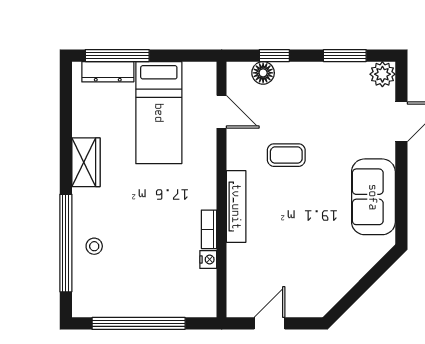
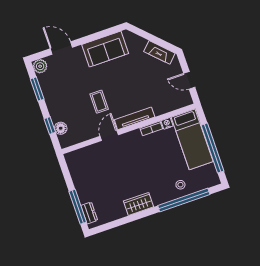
dresser: (108, 72) -> (89, 213), width x0.70
door: (222, 112) -> (109, 136), moved
bed: (159, 113) -> (192, 139), moved, turned 90
fireplace: (335, 289) -> (159, 52), added

